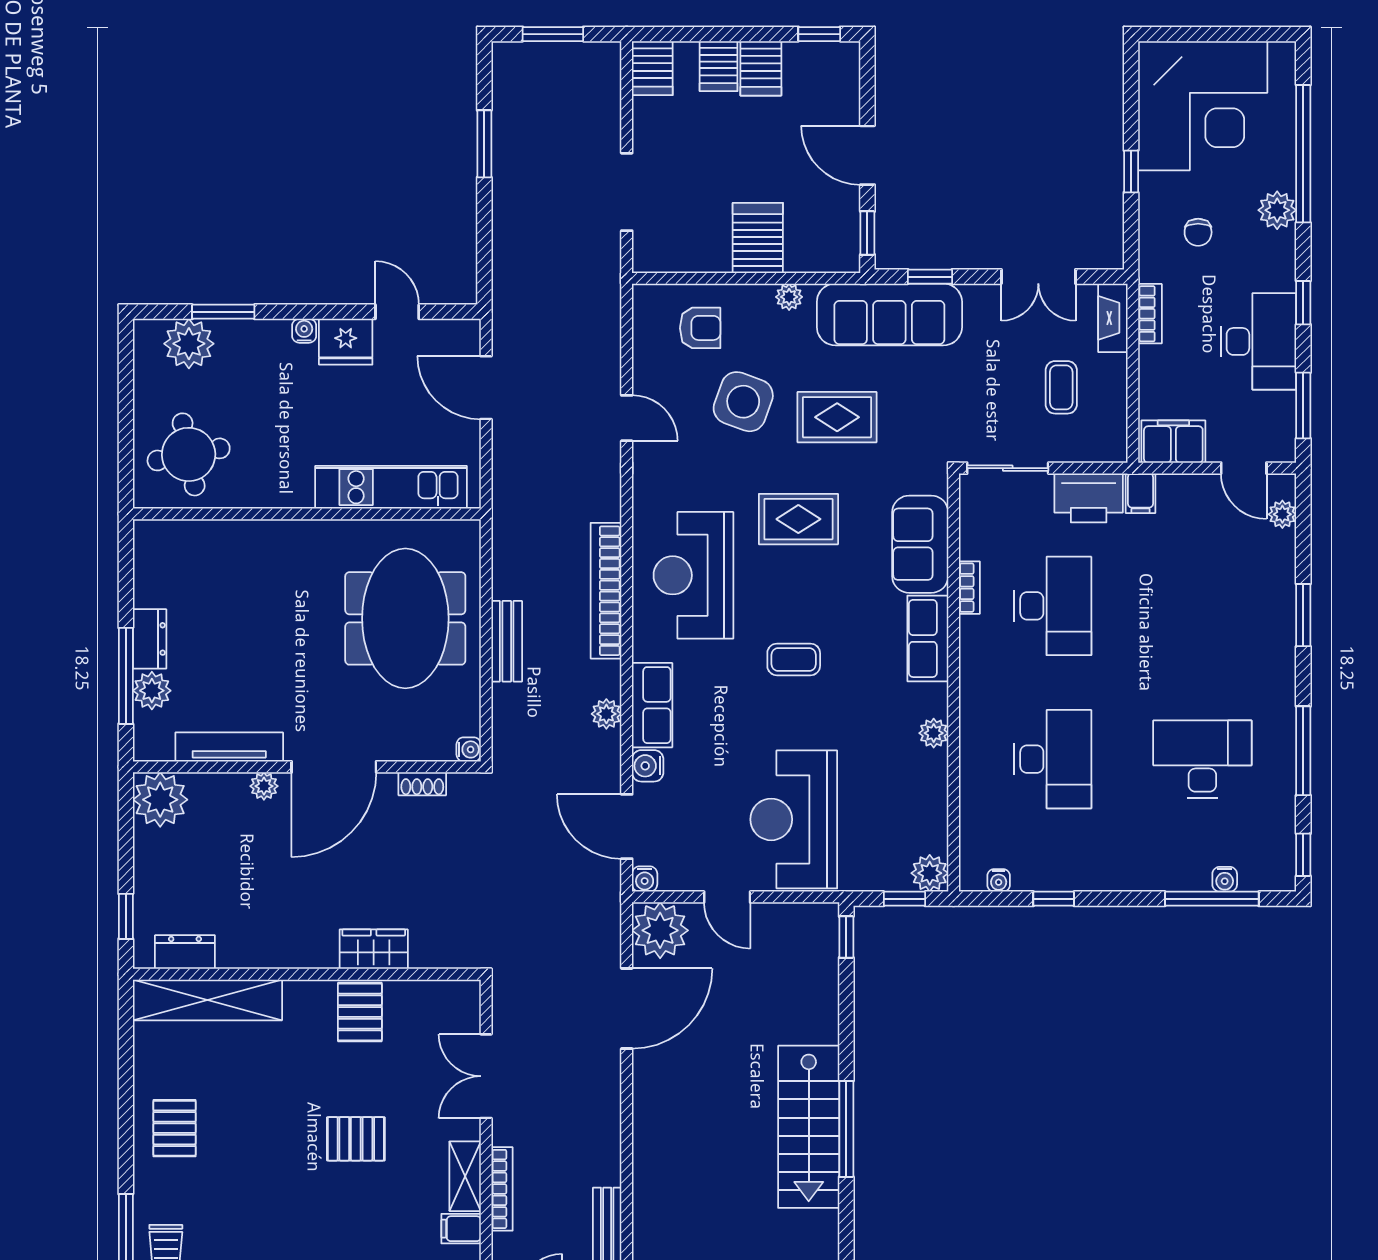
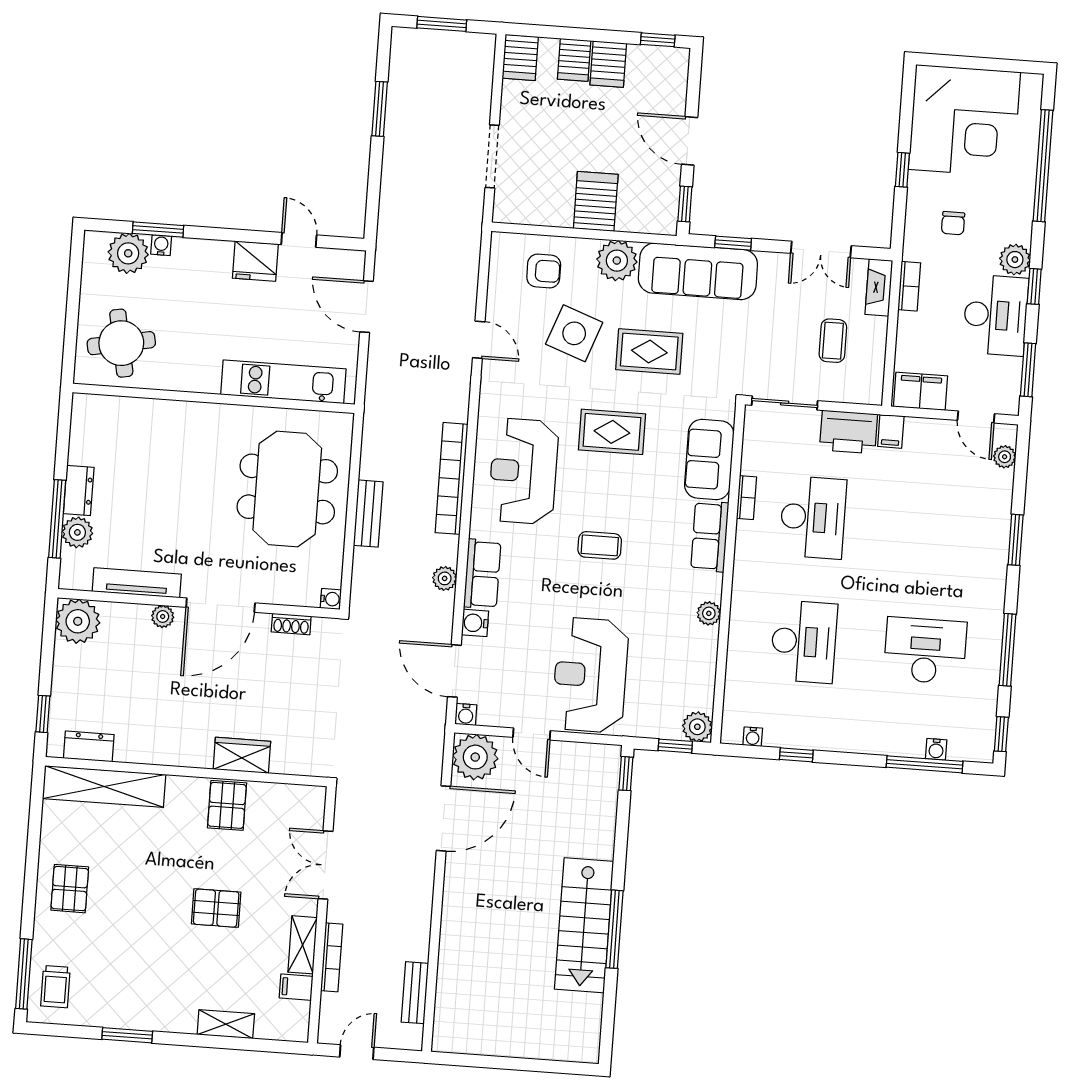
plant: (1277, 210) -> (1015, 260), moved
plant: (789, 297) -> (617, 261), width x1.88, depth x1.88
water cooler: (304, 331) -> (161, 245), moved

